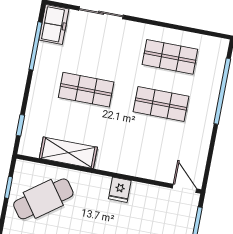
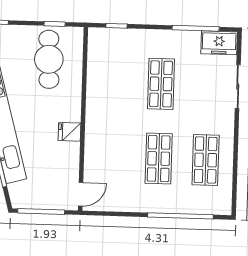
shelving: (68, 153) -> (97, 76), removed
cafe table: (43, 199) -> (49, 59), turned 34

